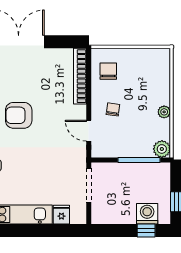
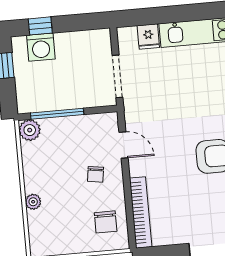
plant: (164, 112) -> (33, 202), moved

